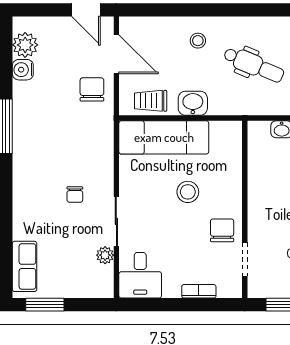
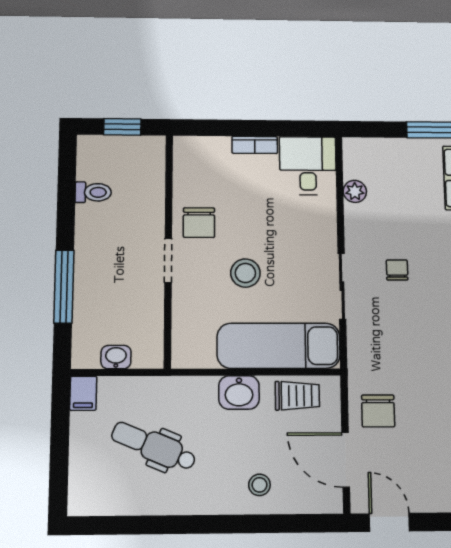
stool: (198, 41) -> (259, 485), moved
sliding door: (116, 221) -> (342, 286), moved
doorway: (245, 259) -> (168, 260), moved
bookcase: (199, 291) -> (255, 145), moved

